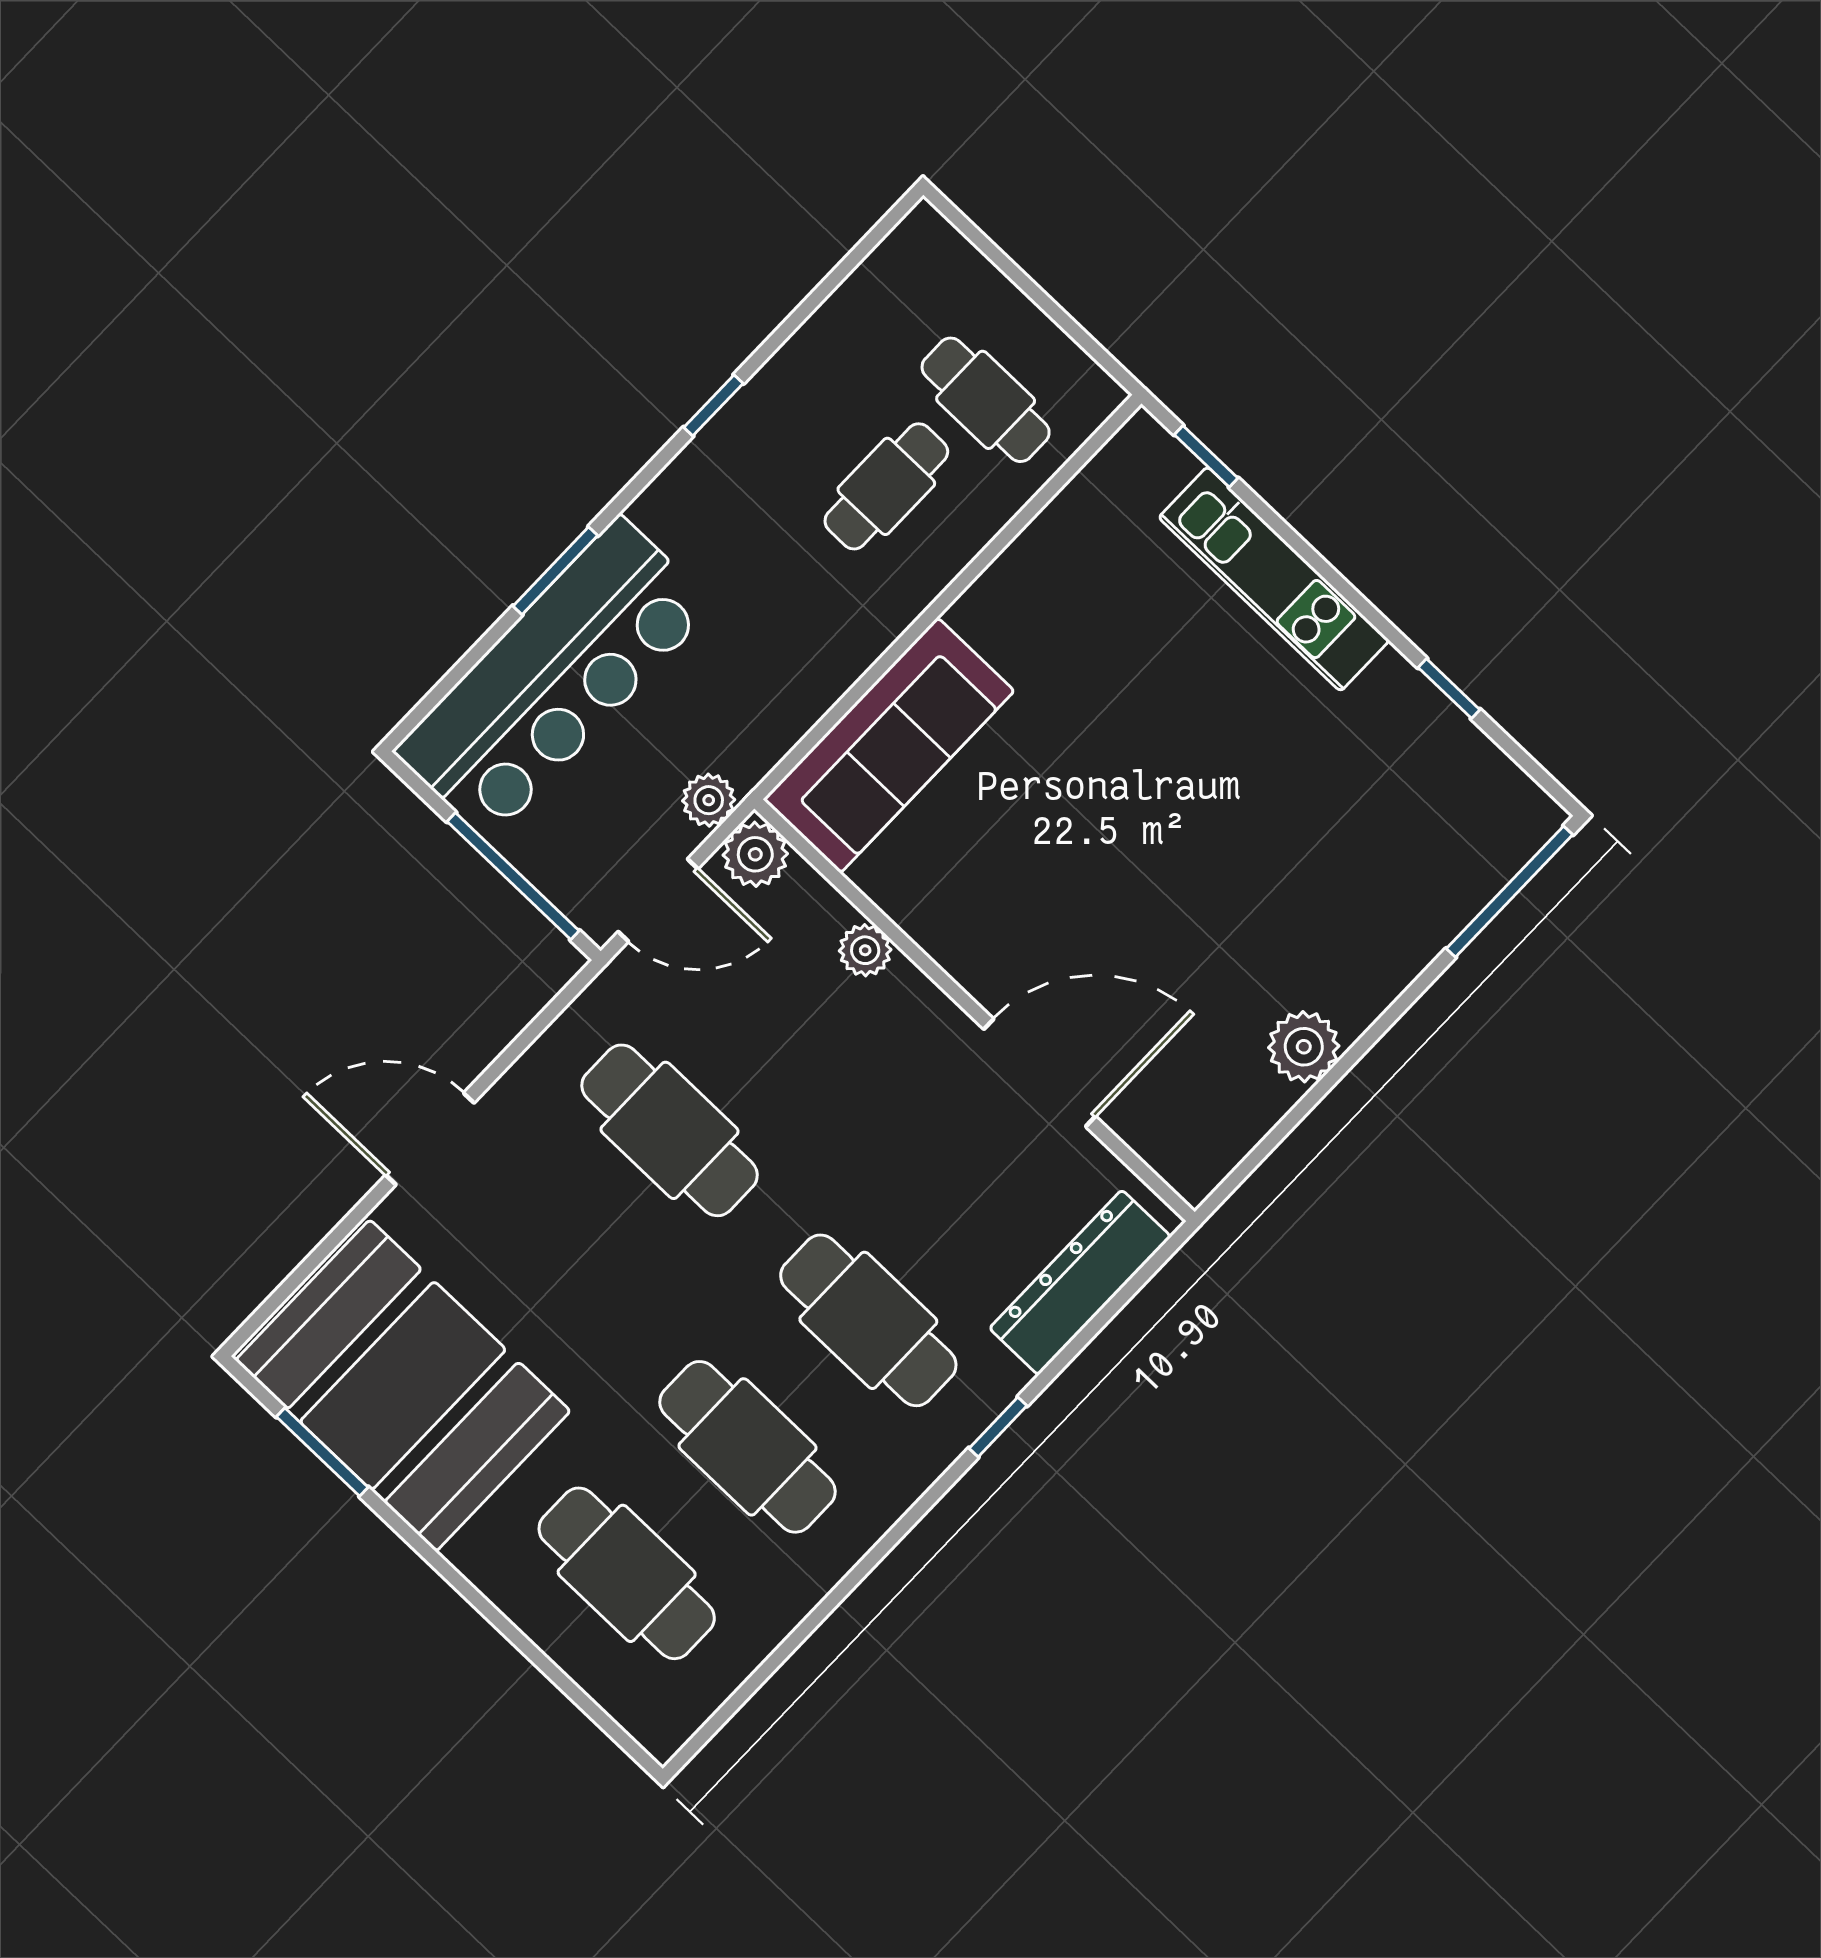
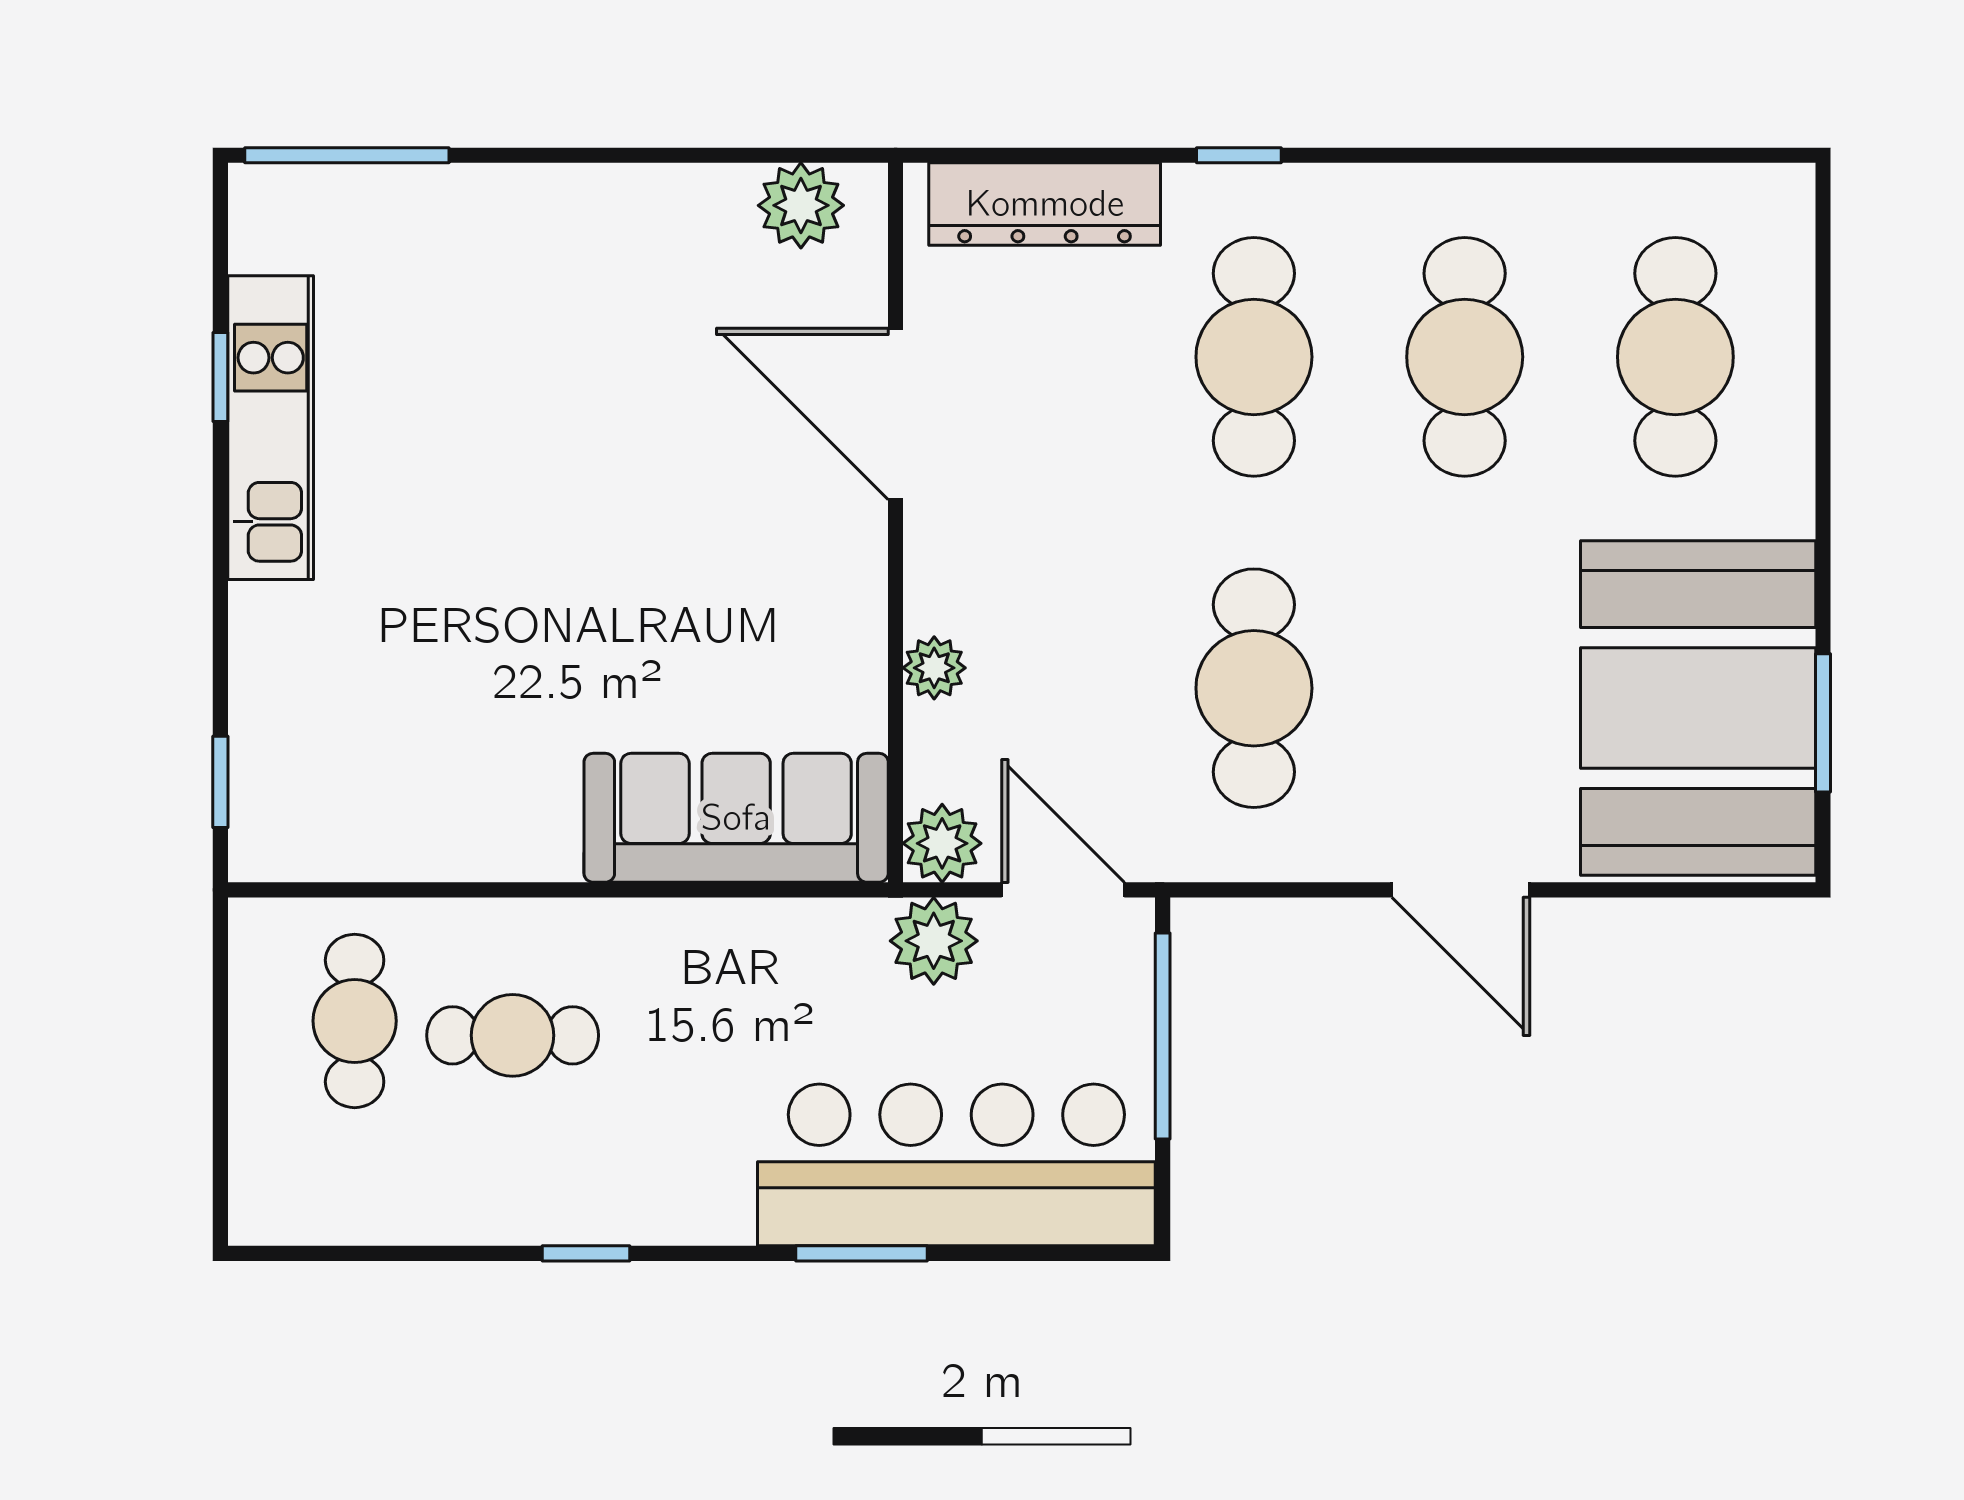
kitchen unit: (1274, 579) -> (271, 428), moved
plant: (709, 800) -> (934, 941), width x1.38, depth x1.38
plant: (1304, 1047) -> (801, 205), moved

